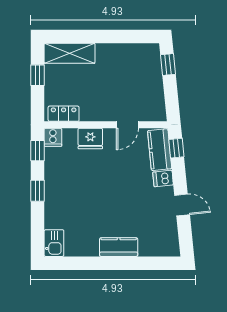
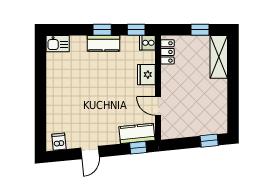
dishwasher: (163, 179) -> (59, 142), moved
kitchen counter: (119, 247) -> (104, 43), moved, turned 90

